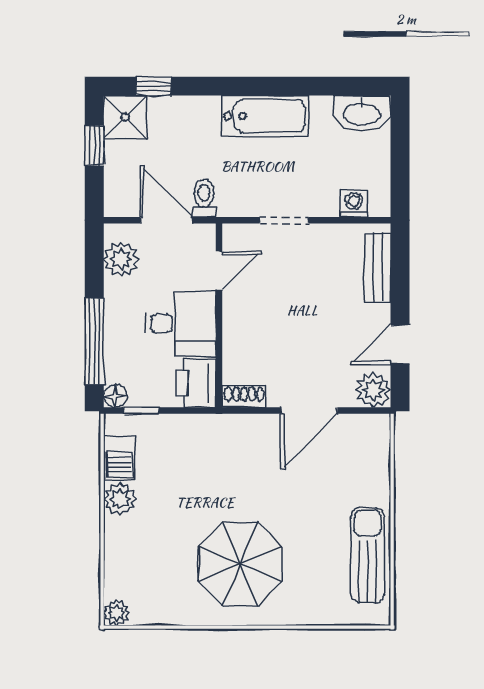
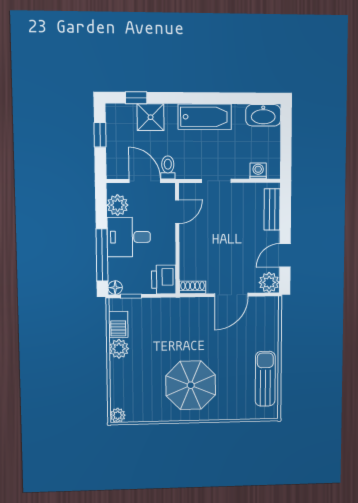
shower: (125, 117) -> (151, 117), moved
desk: (181, 324) -> (129, 237), moved, turned 180

